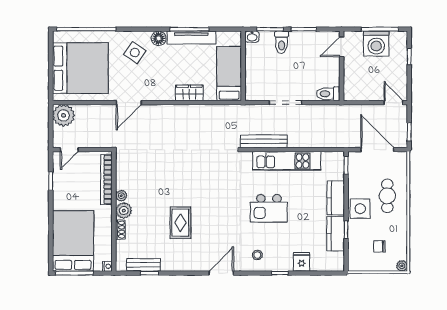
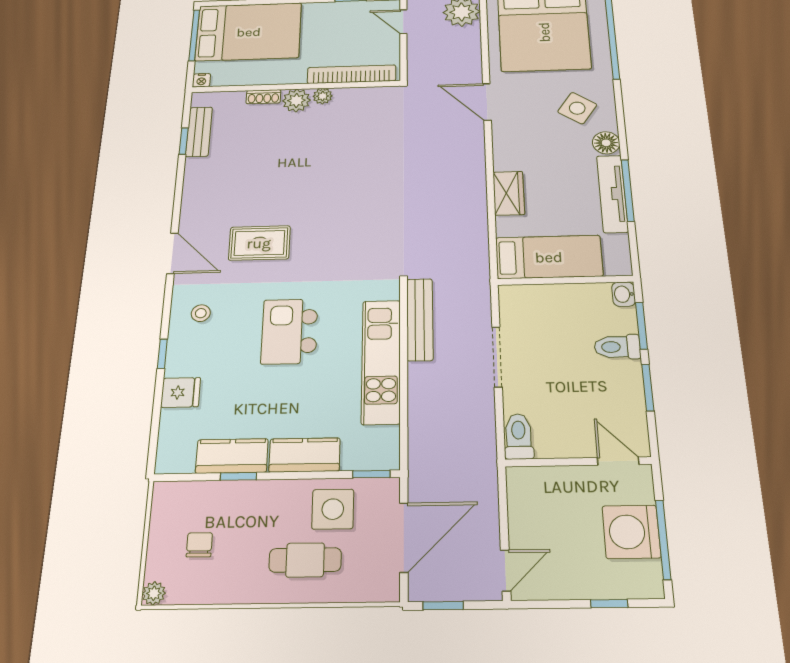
side table: (360, 209) -> (333, 509), moved
rug: (180, 223) -> (259, 243), moved

